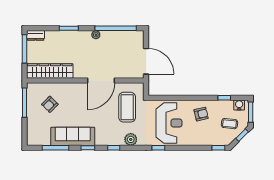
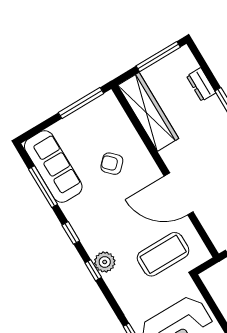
dresser: (35, 35) -> (201, 85), moved
armchair: (50, 104) -> (112, 164), moved
sofa: (73, 136) -> (53, 166), moved
plant: (131, 139) -> (105, 262), moved

